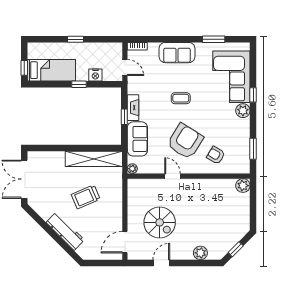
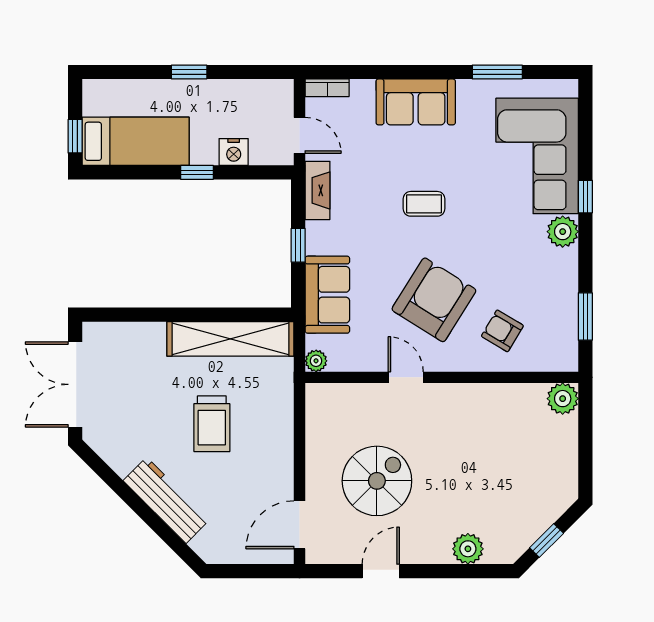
fireplace: (133, 108) -> (318, 190), moved
trolley: (86, 197) -> (212, 424), turned -67
spiral stairs: (160, 222) -> (377, 481), turned -90

